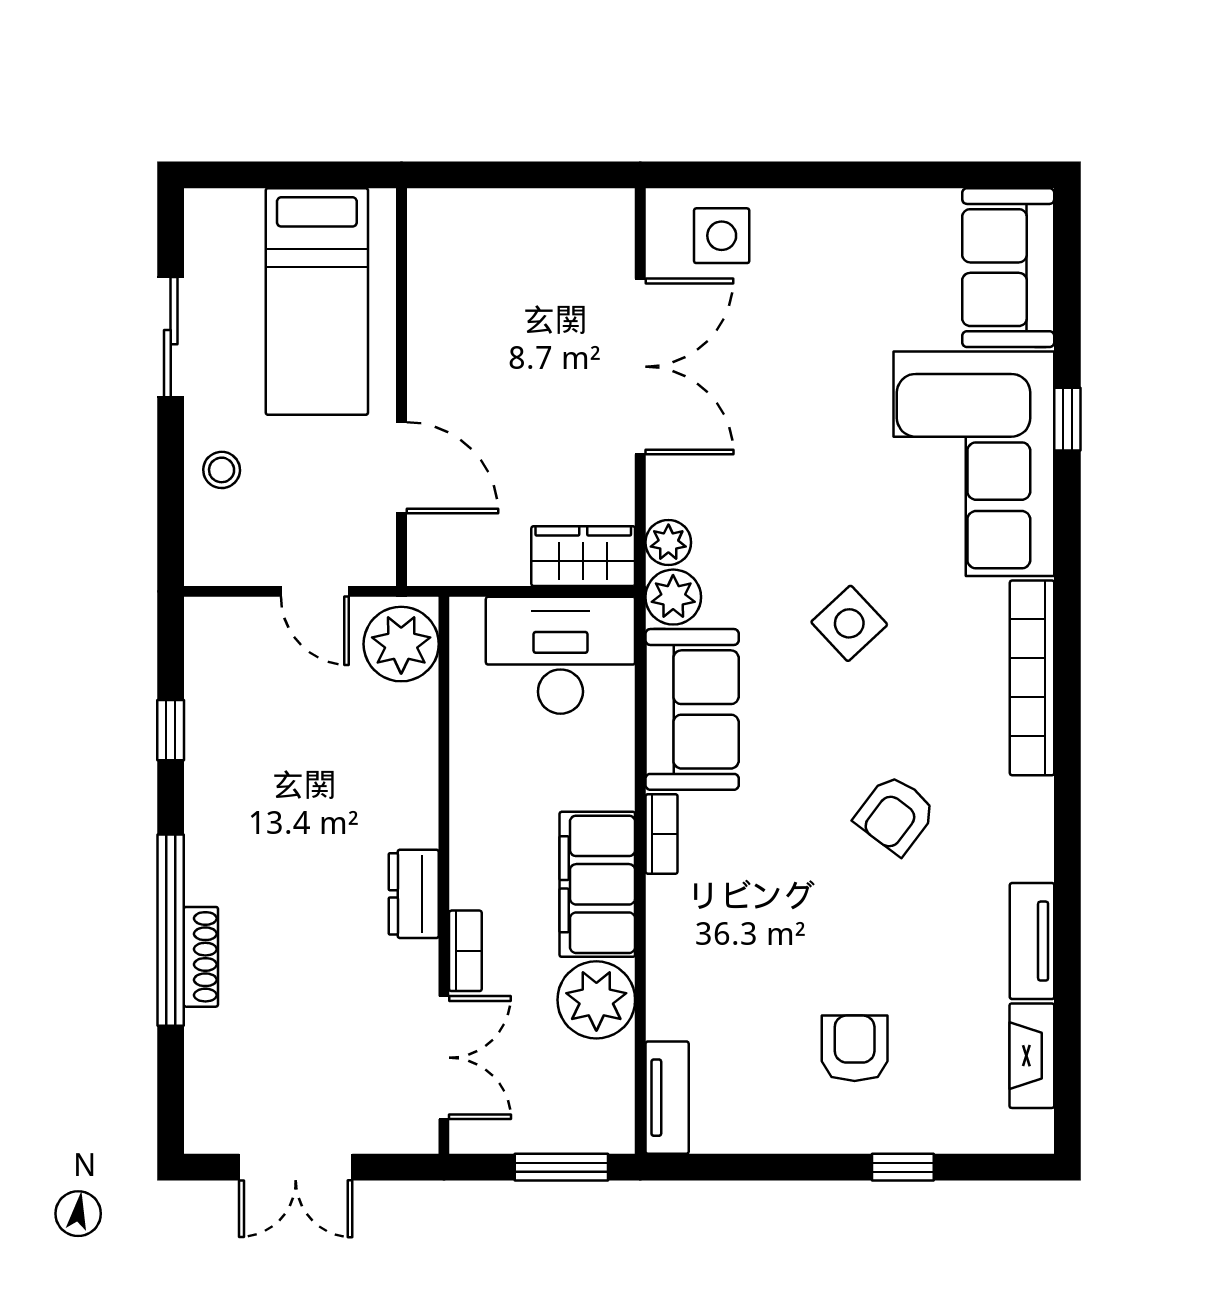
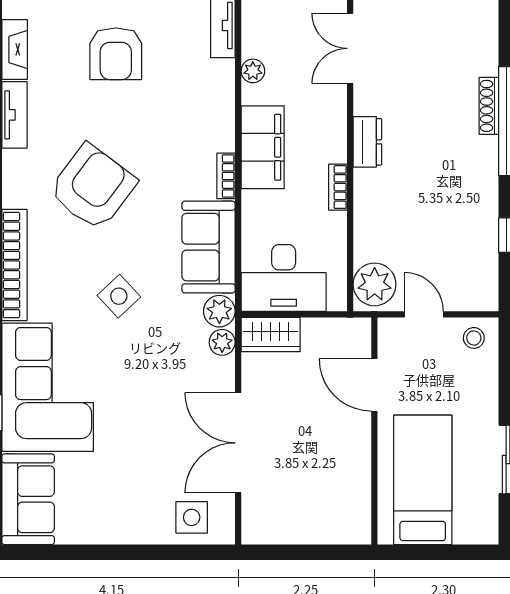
stool: (222, 470) -> (474, 338), moved
armchair: (895, 815) -> (93, 187), width x1.88, depth x1.88
bookcase: (465, 951) -> (338, 187), moved
plant: (596, 1000) -> (253, 71), width x0.53, depth x0.53
armchair: (855, 1048) -> (116, 54), width x1.38, depth x1.38

